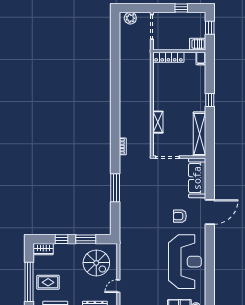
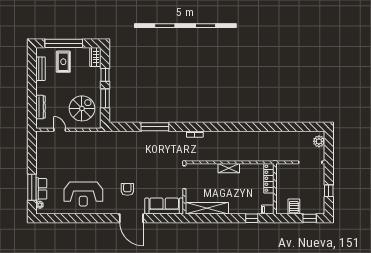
wall: (179, 51) -> (275, 189), moved
locker: (168, 57) -> (269, 178), moved
filing cabinet: (201, 58) -> (268, 210), moved
window: (210, 100) -> (252, 218), moved
shelving: (158, 122) -> (229, 168), moved
reception desk: (185, 262) -> (83, 194), width x0.74, depth x0.77
spiral stairs: (96, 263) -> (82, 108), turned 180

